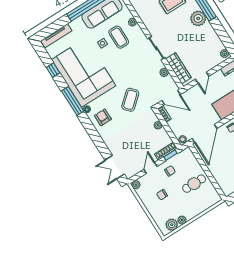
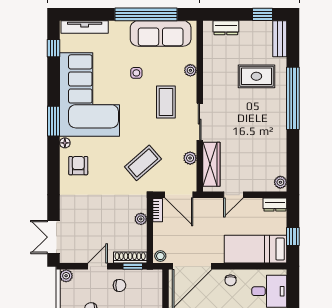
plant: (198, 18) -> (275, 118), removed
coffee table: (119, 37) -> (166, 102), moved
window: (53, 70) -> (53, 48), moved
coffee table: (130, 100) -> (143, 163), moved
window: (73, 101) -> (53, 121), width x0.69

